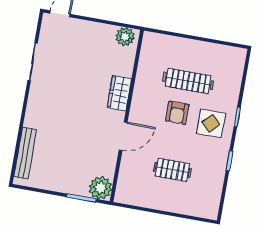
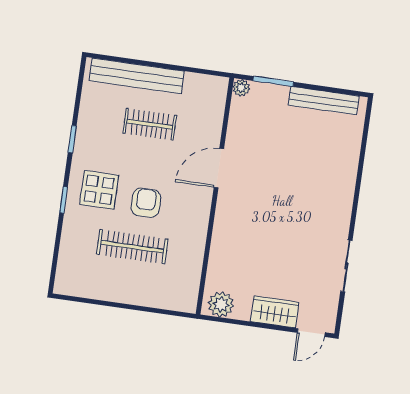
wardrobe: (119, 93) -> (275, 312), moved, turned -90
bench: (25, 153) -> (324, 101), moved, turned 90
plant: (100, 188) -> (241, 88), width x0.53, depth x0.53
bench: (181, 205) -> (137, 76), added

